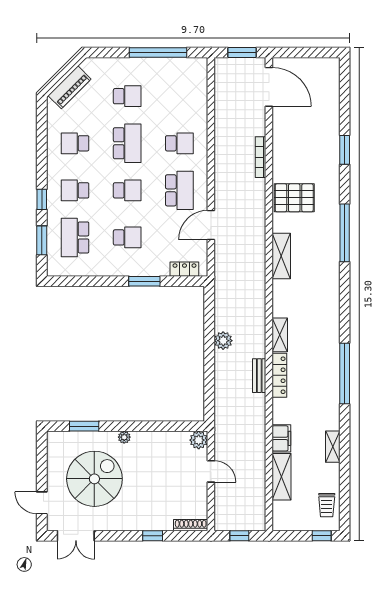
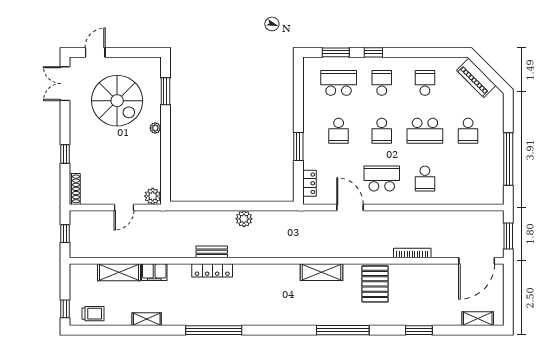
school desk: (179, 190) -> (382, 179), turned 180
shelving: (280, 335) -> (478, 319), moved
trolley: (327, 505) -> (93, 314), turned 180

